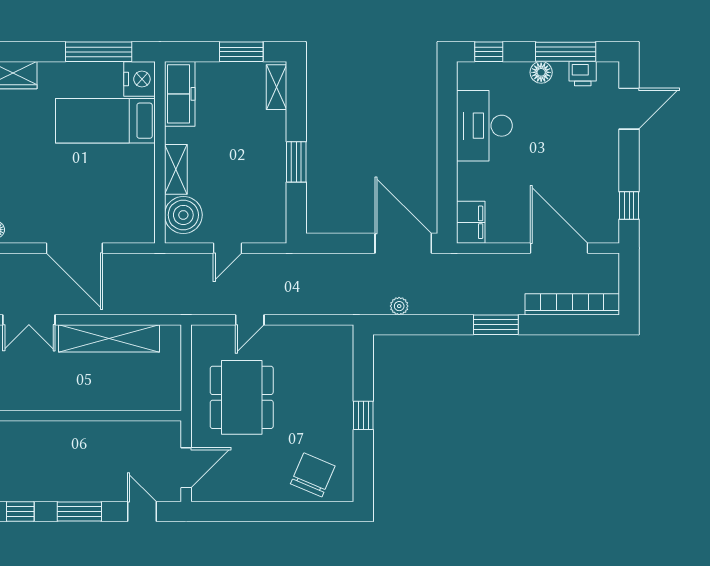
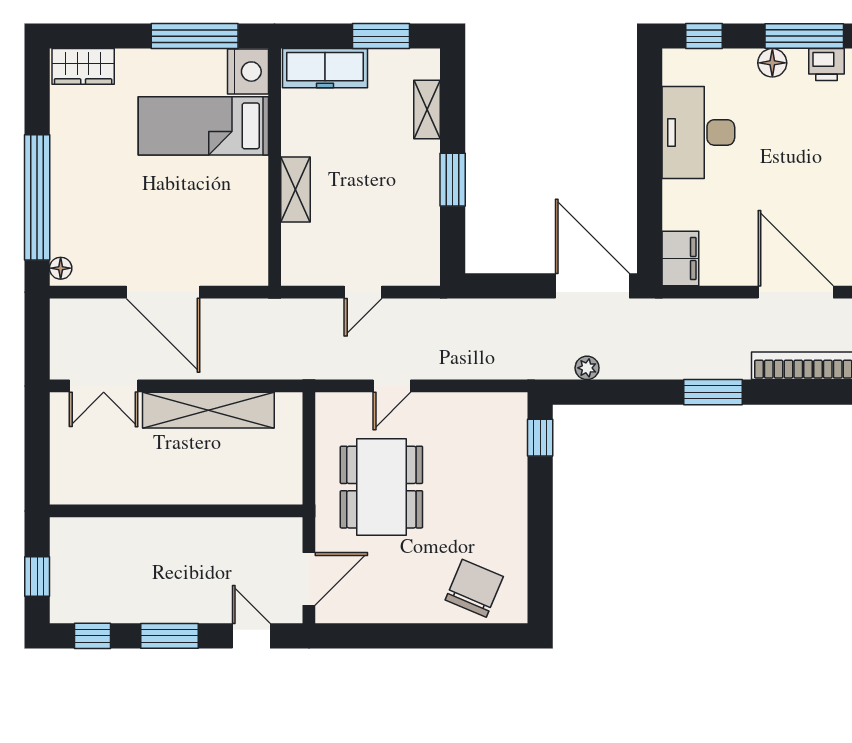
shelving: (277, 87) -> (427, 109), moved
freezer: (180, 94) -> (325, 68), moved, turned 90
boiler: (183, 215) -> (305, 249), removed
window: (363, 415) -> (540, 438), moved

